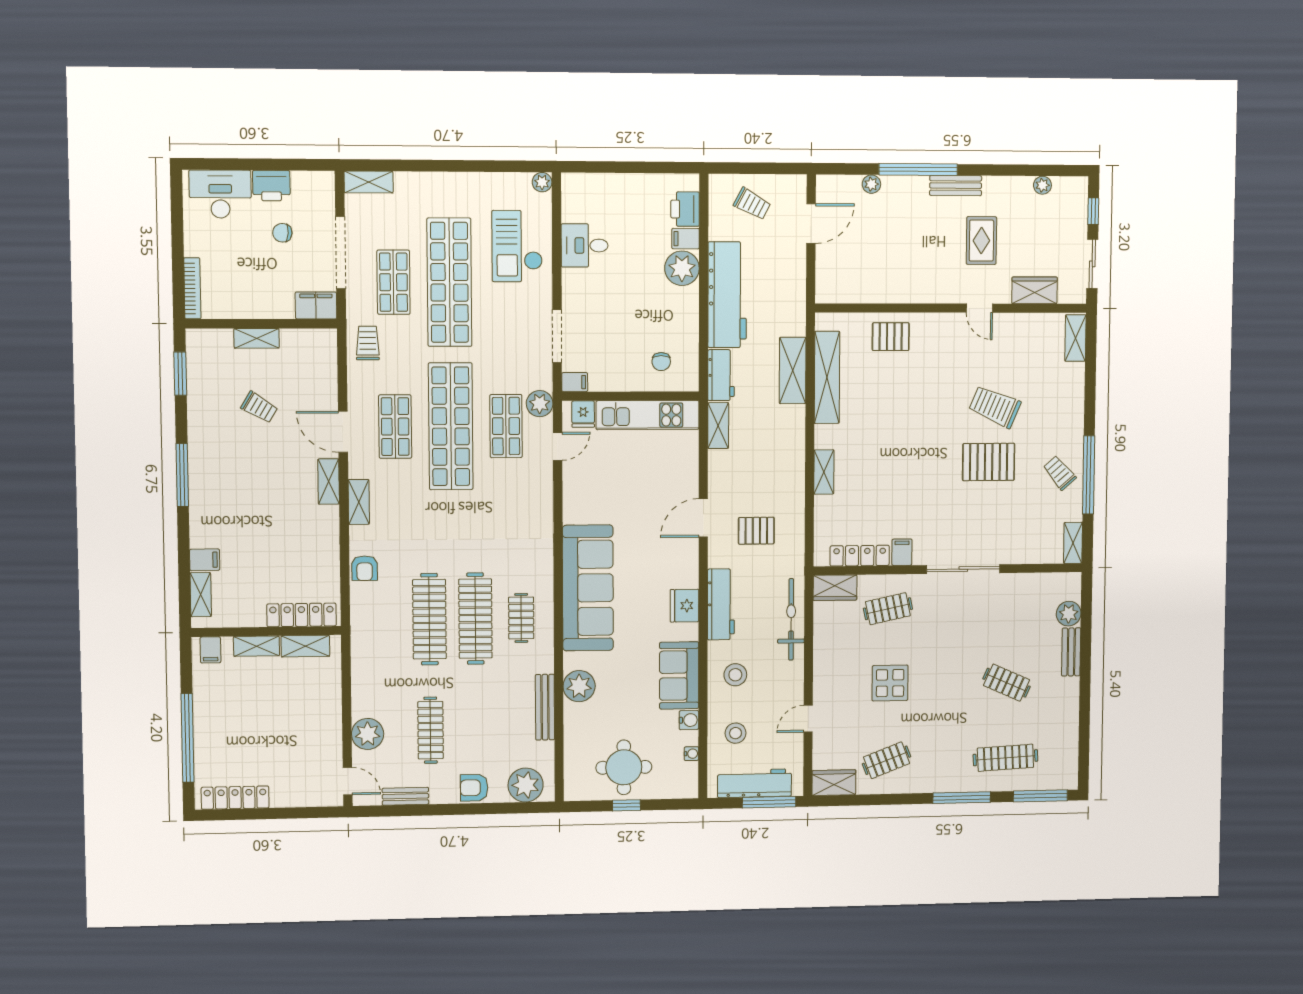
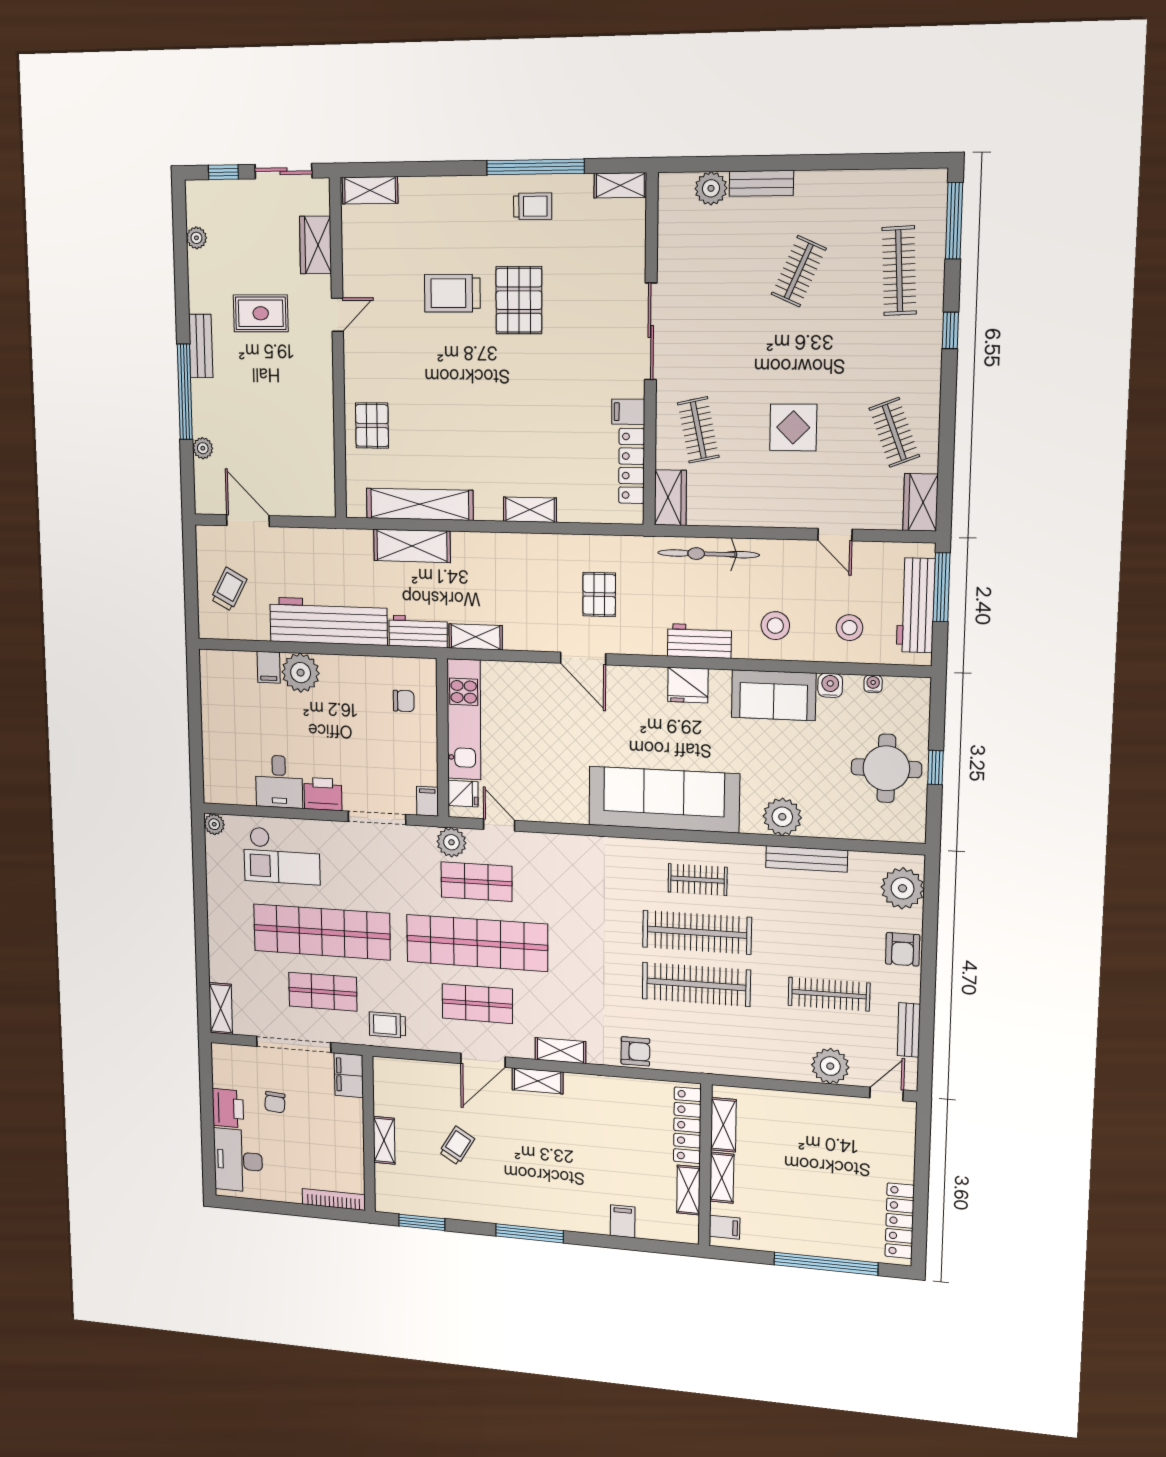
printer: (685, 209) -> (323, 794), moved, turned 180
trolley: (995, 407) -> (452, 293), turned 67
trolley: (1059, 473) -> (533, 206), turned -139
shelving: (201, 595) -> (688, 1190), moved, turned 90
workbench: (721, 604) -> (699, 641), width x0.73
window: (962, 798) -> (950, 330), width x0.46

